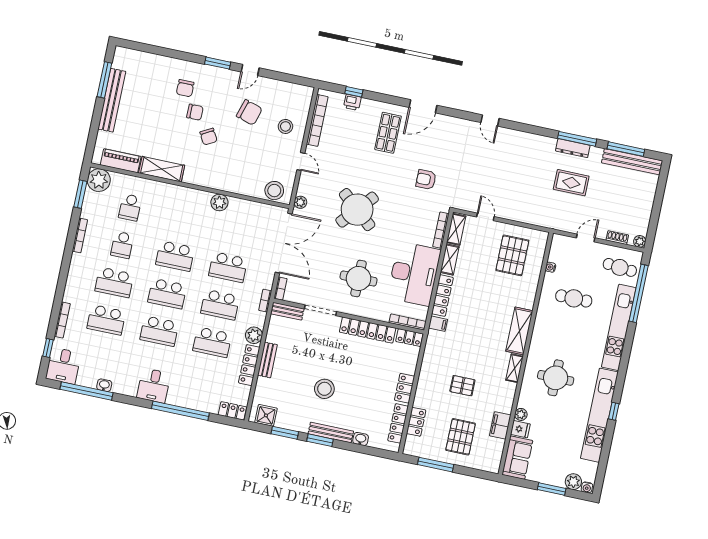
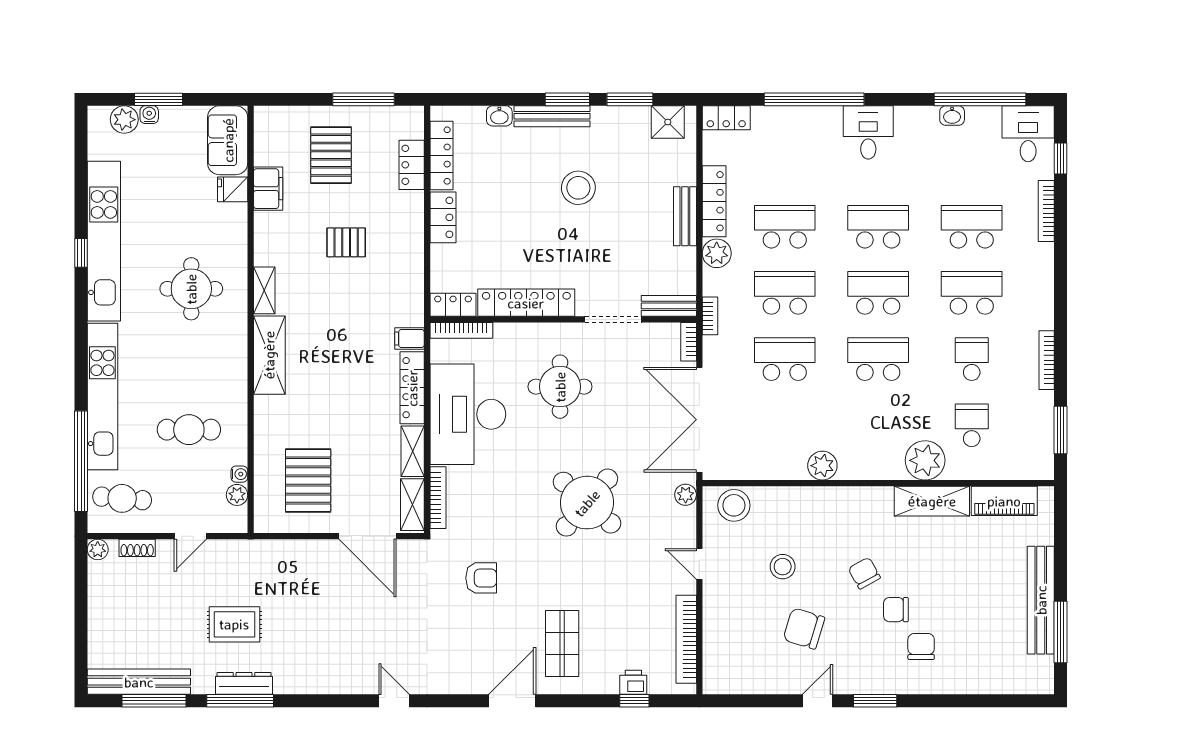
stool: (285, 126) -> (783, 567), moved
plant: (99, 180) -> (925, 460), moved
door: (485, 217) -> (367, 536), width x1.87
plant: (521, 414) -> (237, 495), moved
water cooler: (587, 487) -> (149, 115), moved

